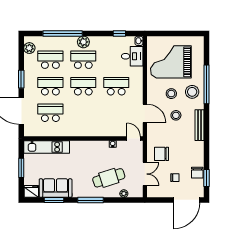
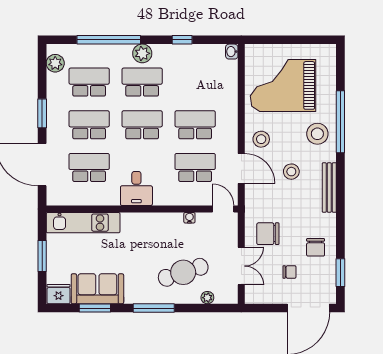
window: (119, 33) -> (182, 40), moved
desk: (132, 56) -> (136, 188), moved, turned 90
stool: (171, 94) -> (261, 139), moved
school desk: (116, 113) -> (195, 167), added
chair: (197, 173) -> (316, 247), moved

